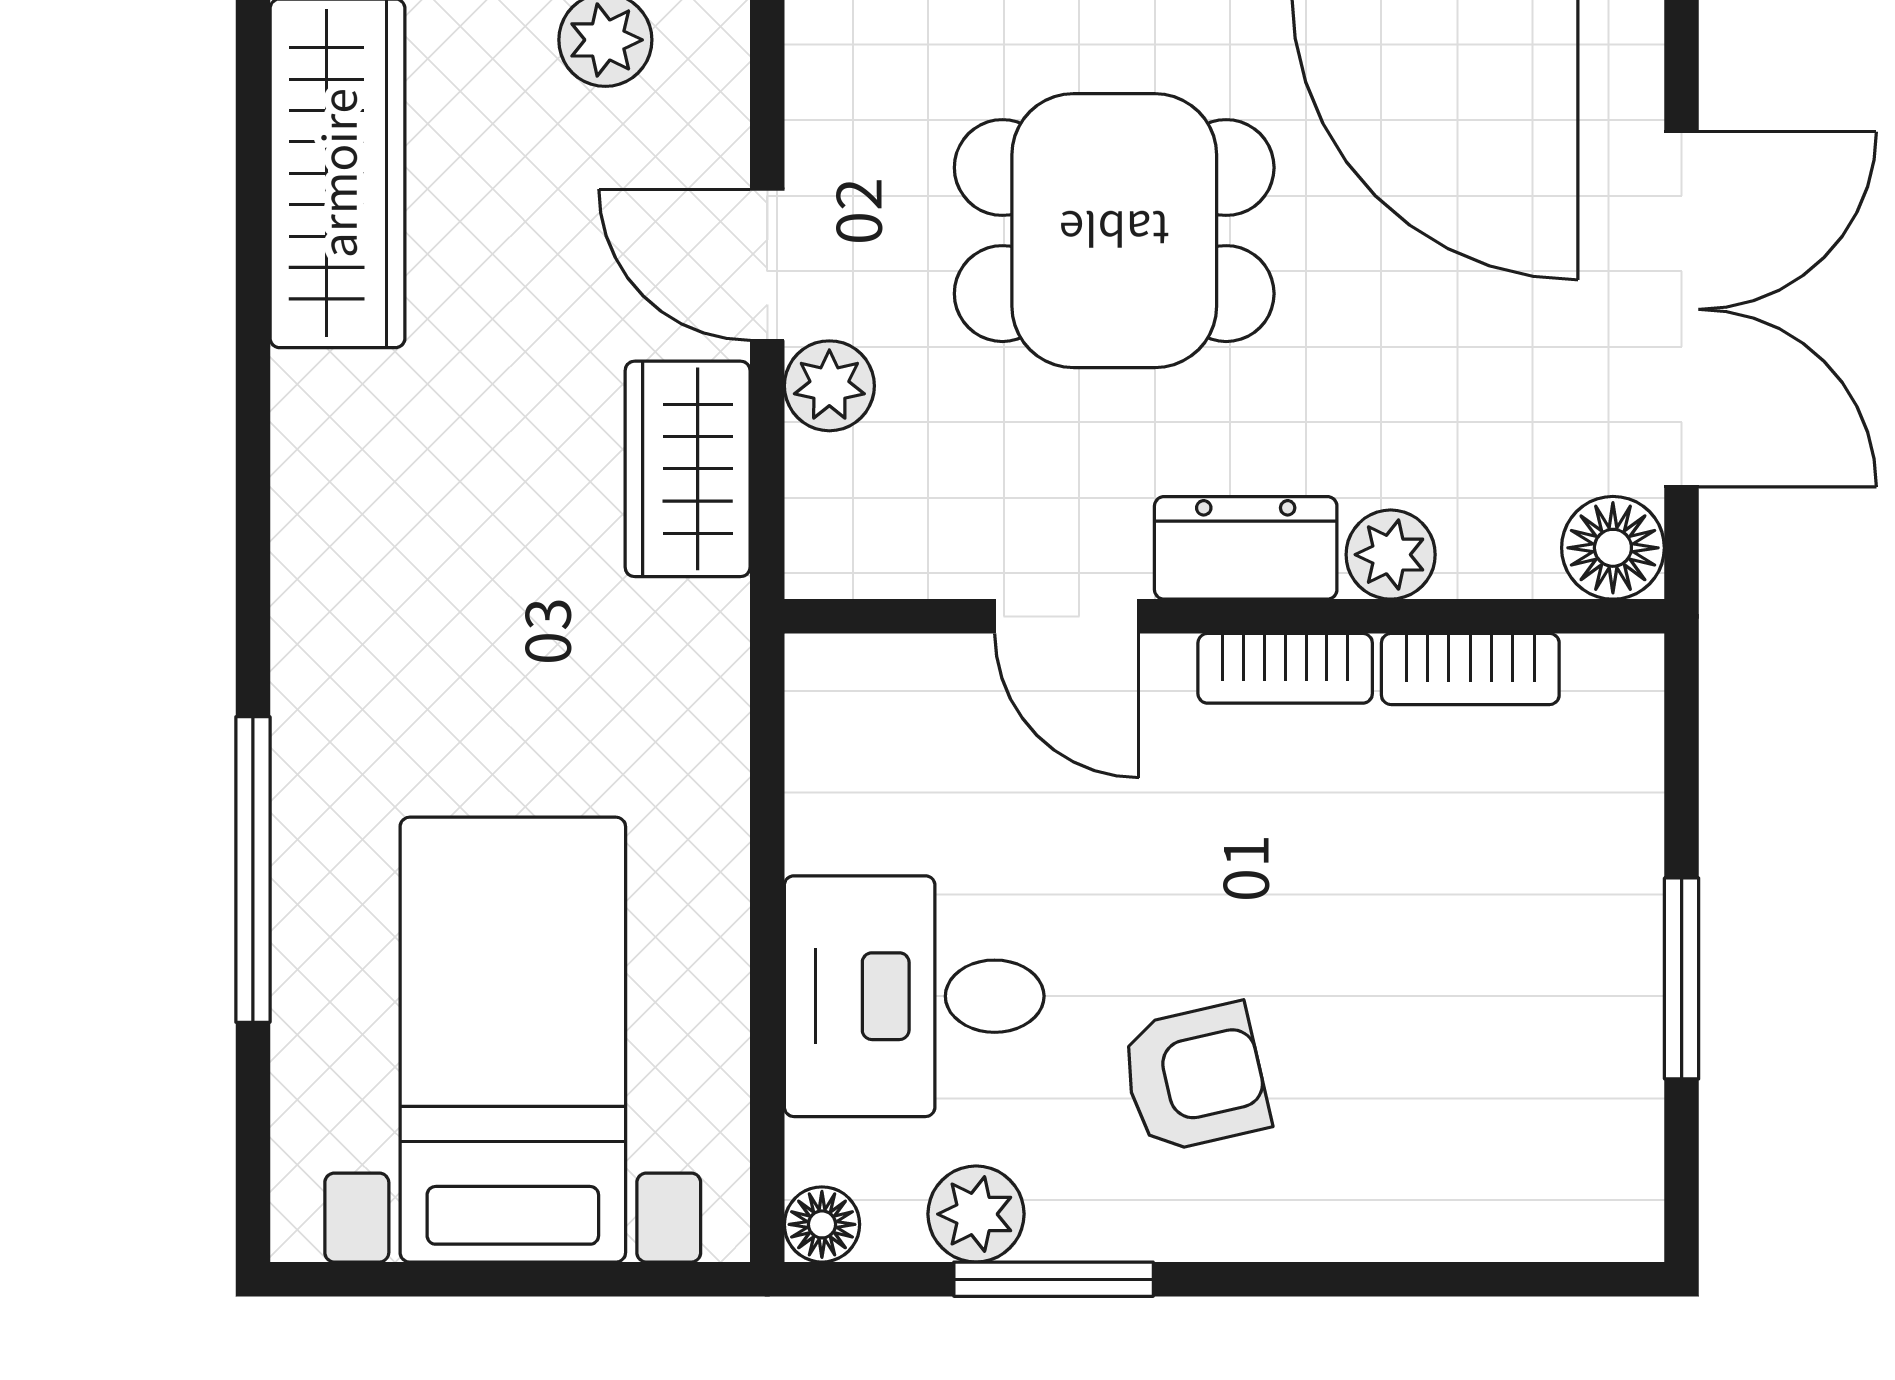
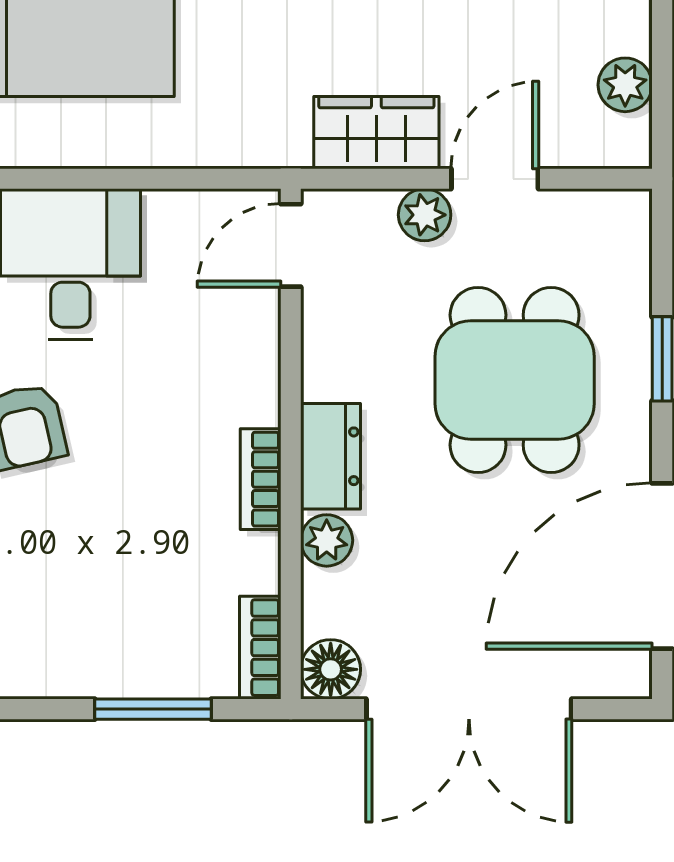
door: (1067, 616) -> (291, 245), moved
bookcase: (1470, 669) -> (260, 648), moved
window: (1682, 978) -> (153, 709), moved

